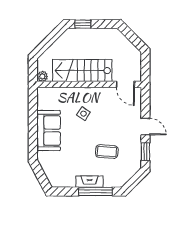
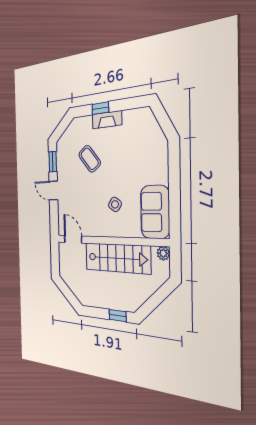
sofa: (49, 131) -> (155, 212), moved
coffee table: (107, 152) -> (90, 159), turned 48
window: (95, 191) -> (100, 108), width x0.46

